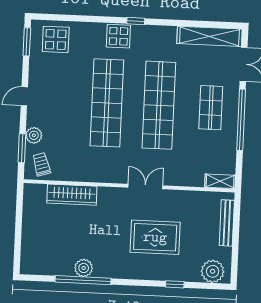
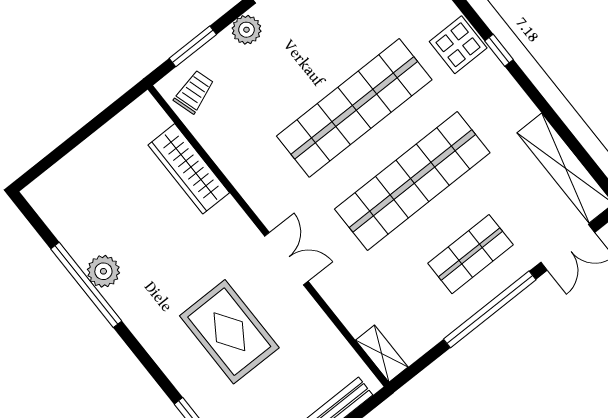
plant: (34, 135) -> (246, 30), moved

